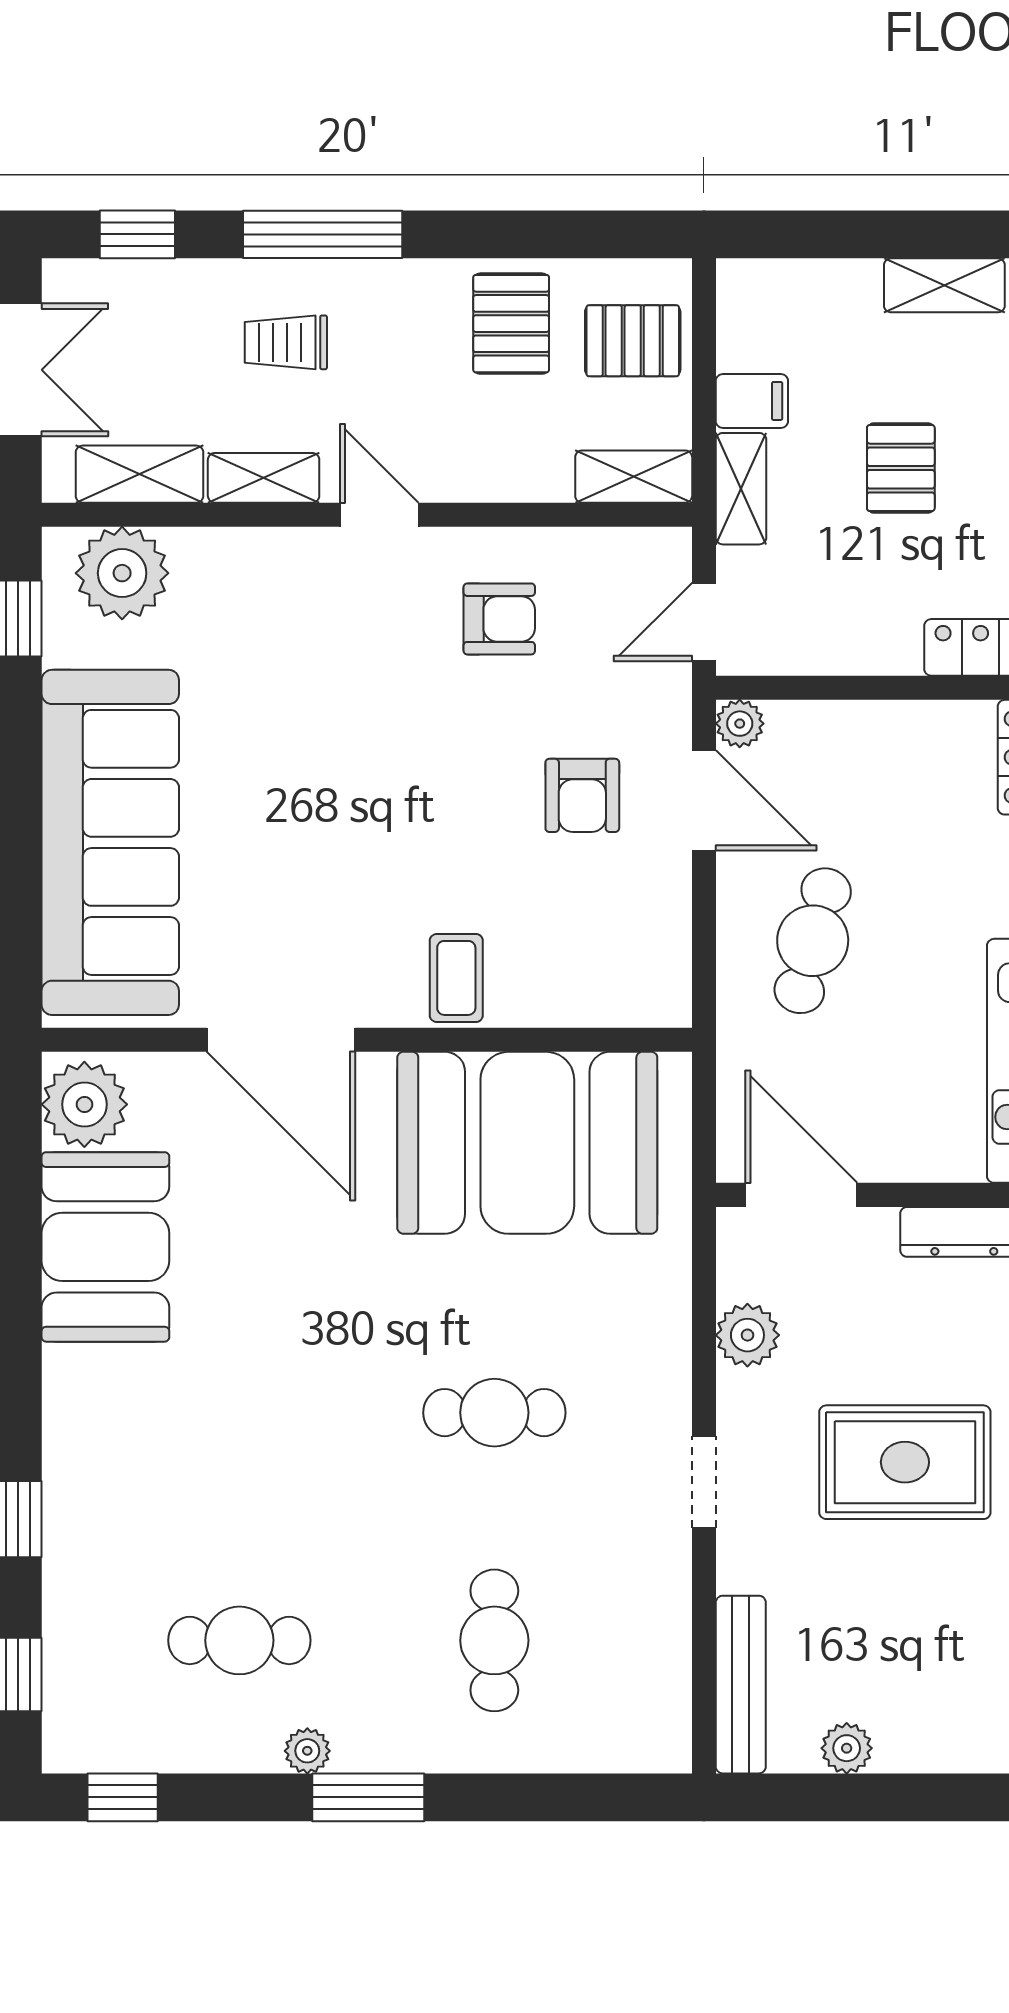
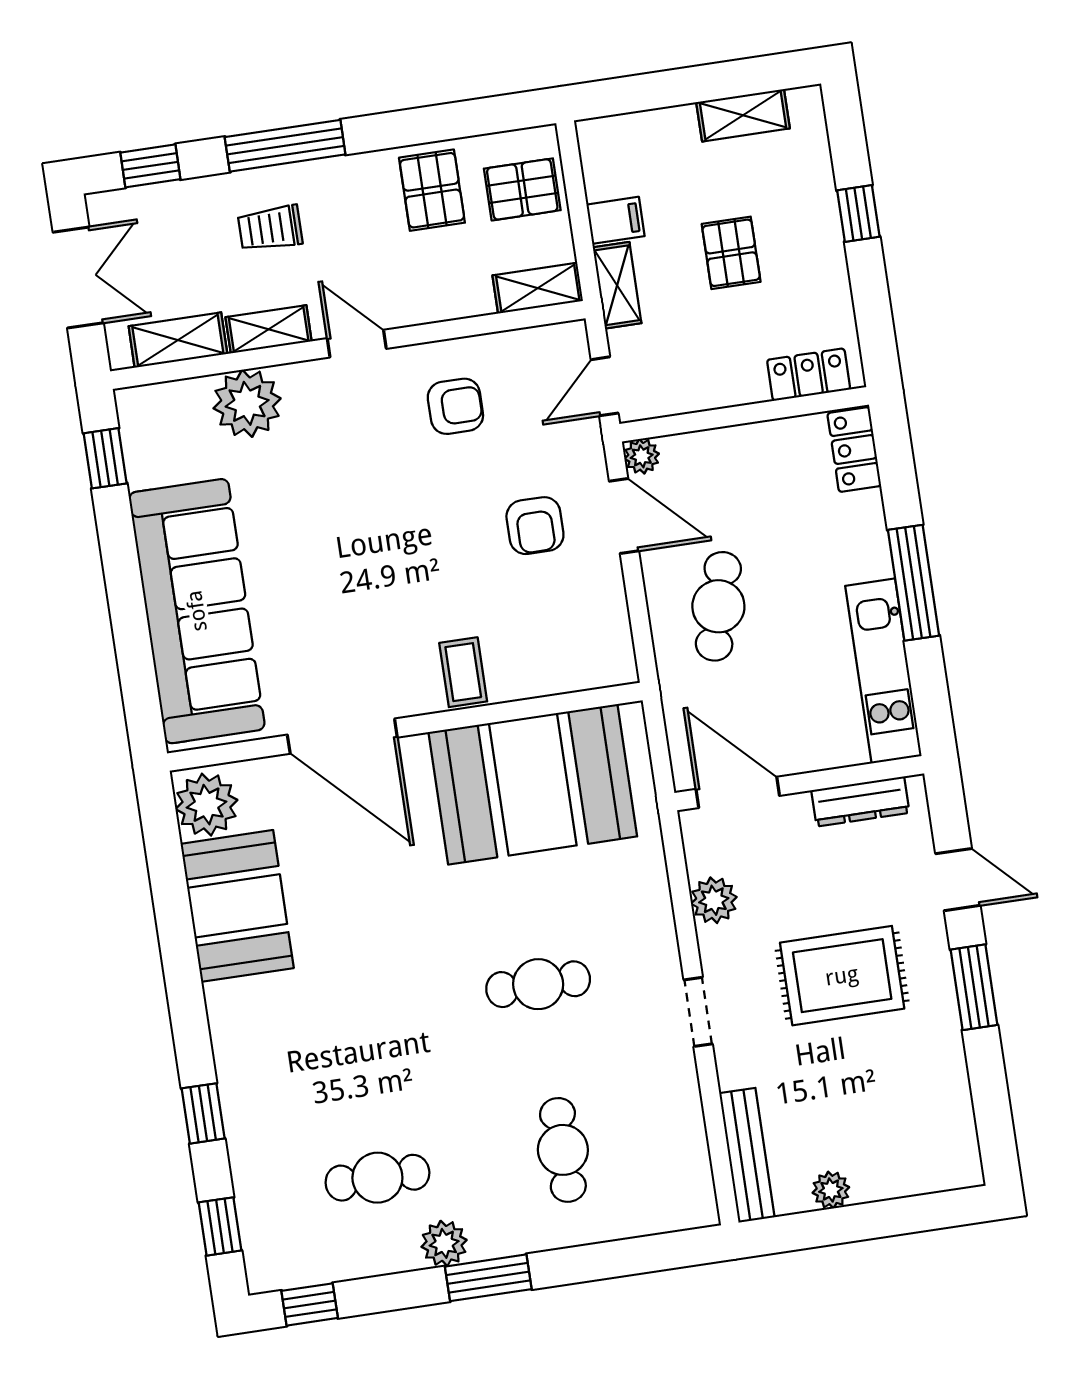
plant: (122, 573) -> (247, 403), moved
plant: (307, 1751) -> (444, 1243), width x1.38, depth x1.38

